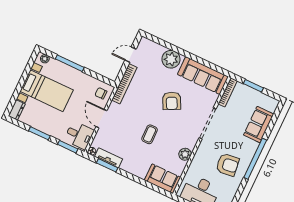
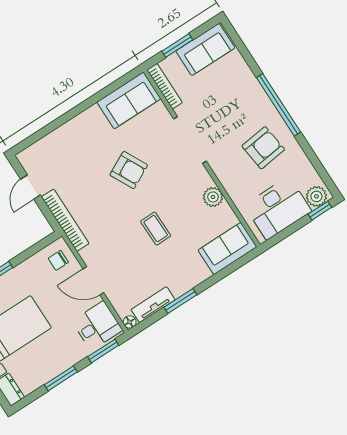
plant: (171, 59) -> (71, 136), removed
sofa: (203, 76) -> (129, 100), width x0.73
sofa: (259, 125) -> (205, 49), moved, turned -90
window: (107, 165) -> (180, 301), moved

